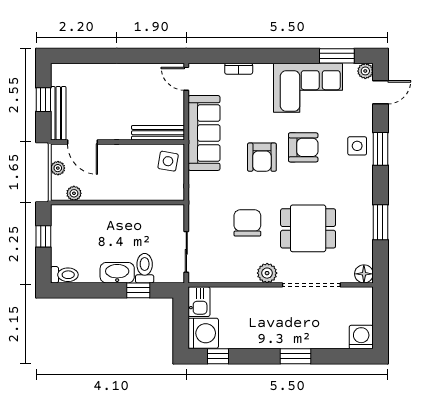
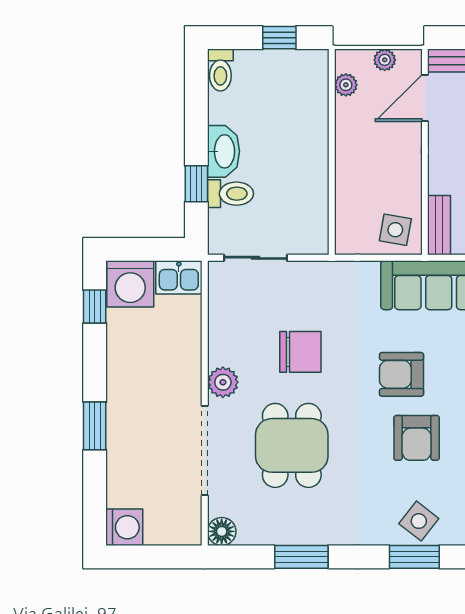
bench: (158, 133) -> (439, 225), width x0.73
side table: (357, 146) -> (419, 521), turned 38

